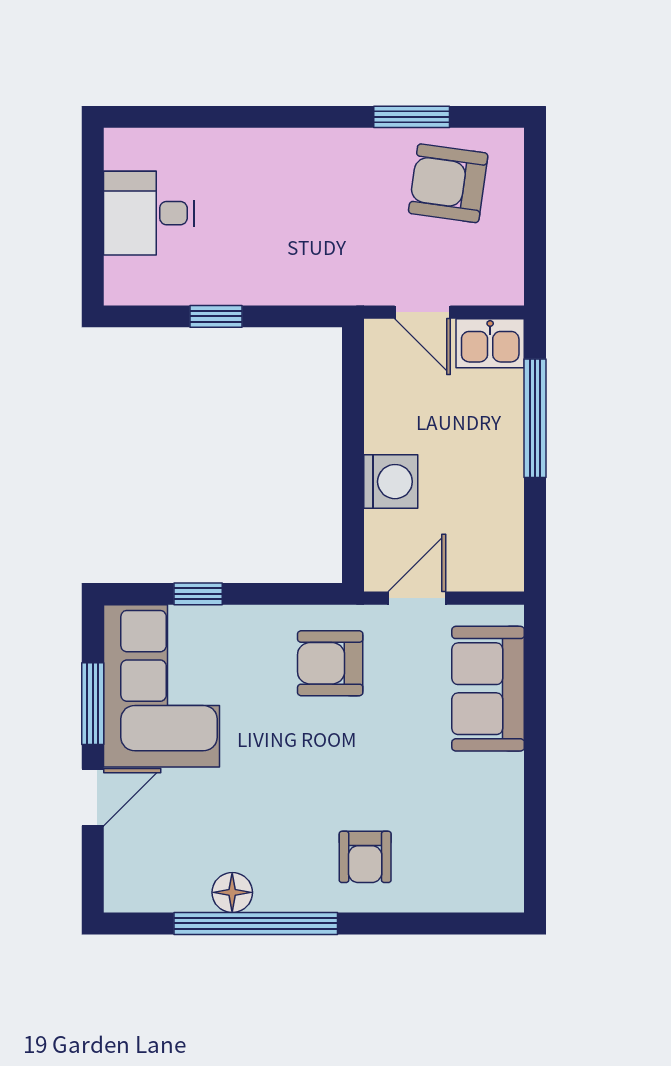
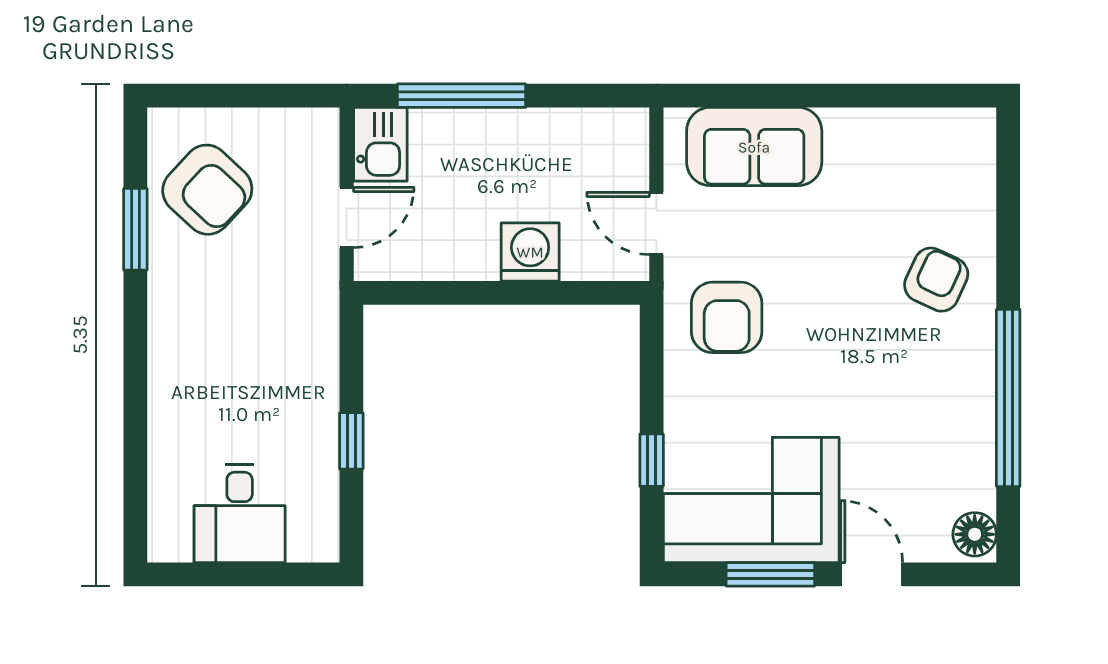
armchair: (448, 183) -> (207, 190), turned -55
armchair: (365, 857) -> (936, 280), turned -65
floor lamp: (232, 892) -> (975, 534), moved

